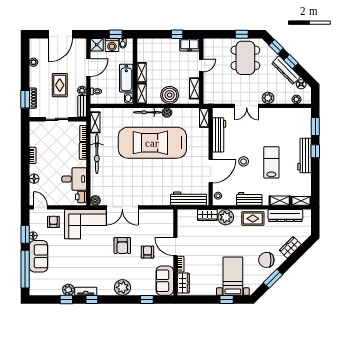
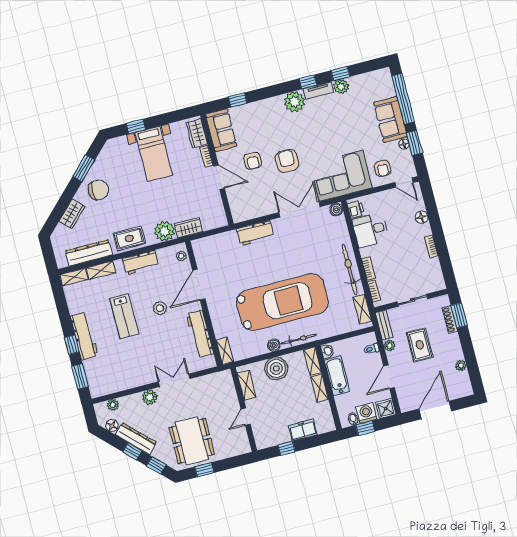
freezer: (190, 45) -> (303, 430), moved
workbench: (189, 199) -> (255, 233), moved, width x0.73
bed with nightstands: (233, 276) -> (154, 154), moved
plant: (122, 287) -> (295, 102), moved

